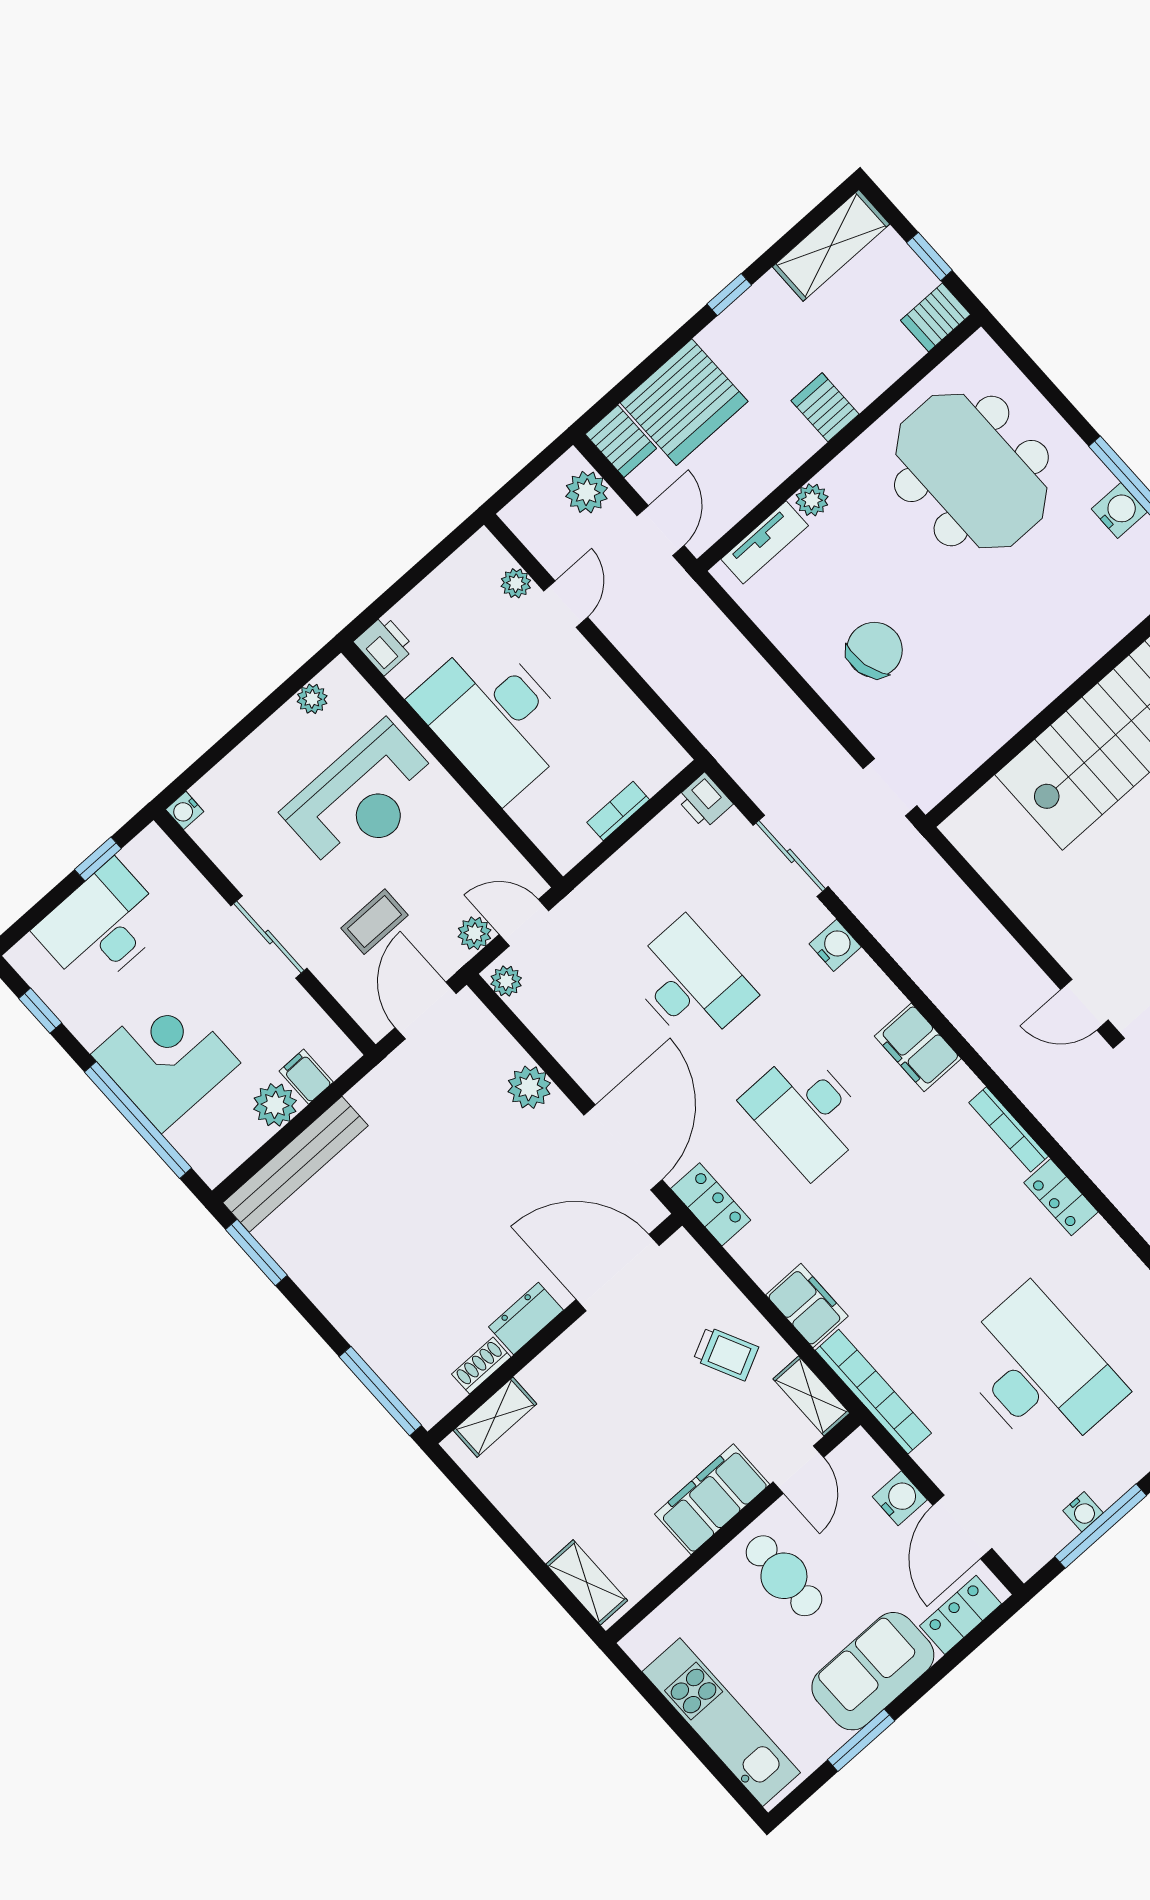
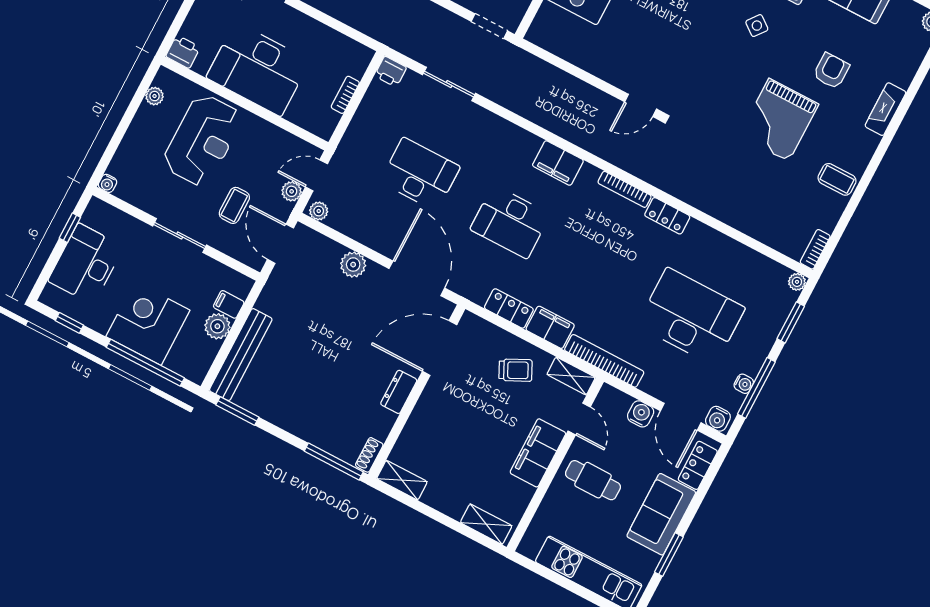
water cooler: (835, 945) -> (718, 419), moved, turned 180
locker: (711, 1204) -> (509, 308), moved
shoe rack: (481, 1366) -> (369, 455), moved
shelving: (495, 1417) -> (402, 480), moved, turned 90

